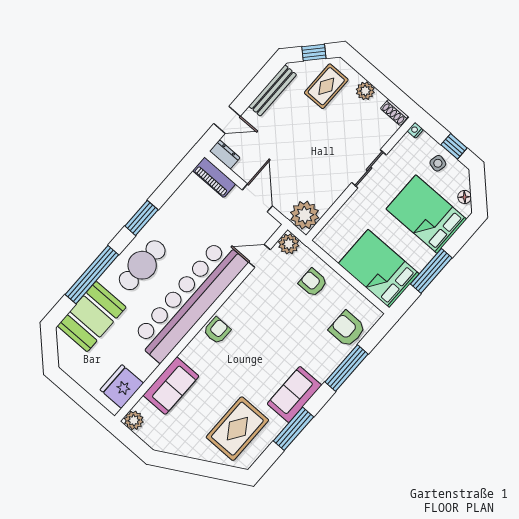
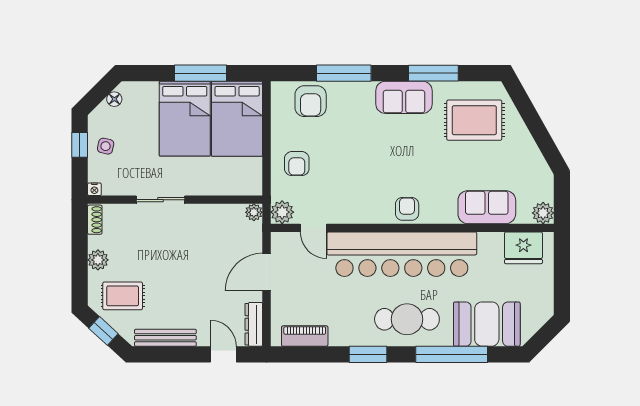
dresser: (225, 154) -> (254, 324), width x1.44
piano: (214, 177) -> (305, 336), moved, turned -90
bed: (426, 214) -> (185, 119), moved
plant: (305, 215) -> (254, 212), width x0.53, depth x0.53
armchair: (217, 331) -> (407, 209), turned 90

